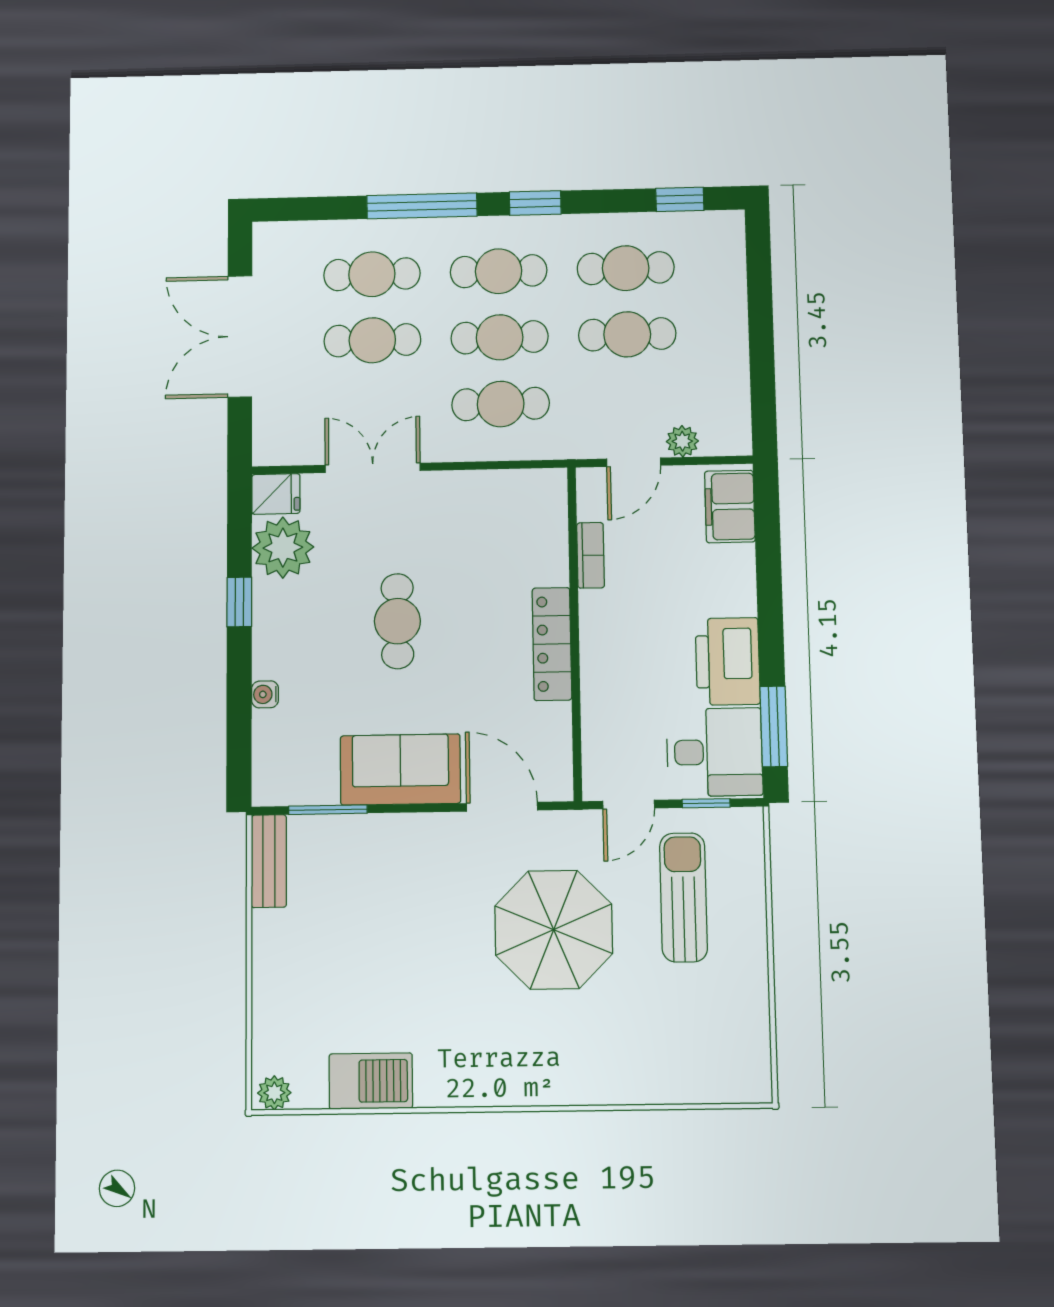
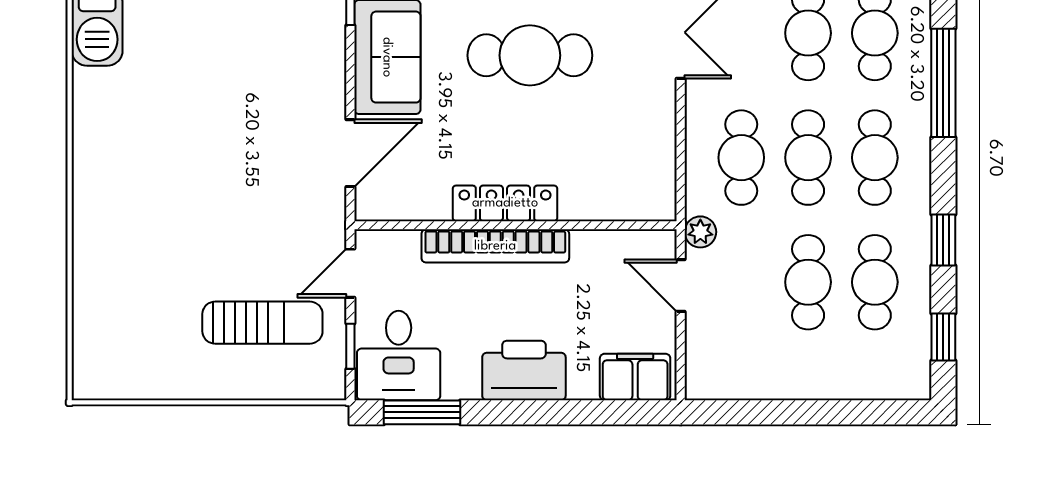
window: (535, 203) -> (943, 240), moved
plant: (682, 441) -> (700, 232), moved
bookcase: (591, 555) -> (495, 246), moved, width x2.31, depth x1.31
cafe table: (397, 621) -> (530, 55), width x1.37, depth x1.35
printer: (728, 661) -> (524, 370), moved
door: (629, 805) -> (350, 273), hinge flipped
parasol: (554, 930) -> (234, 200), removed

